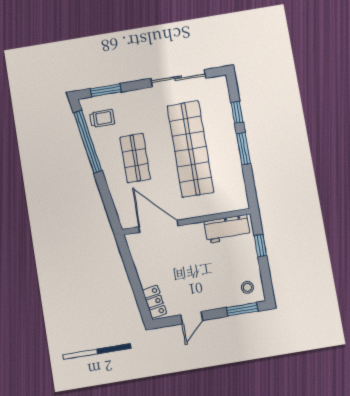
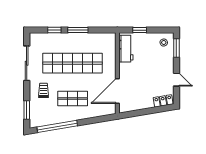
trolley: (102, 118) -> (44, 90), moved

